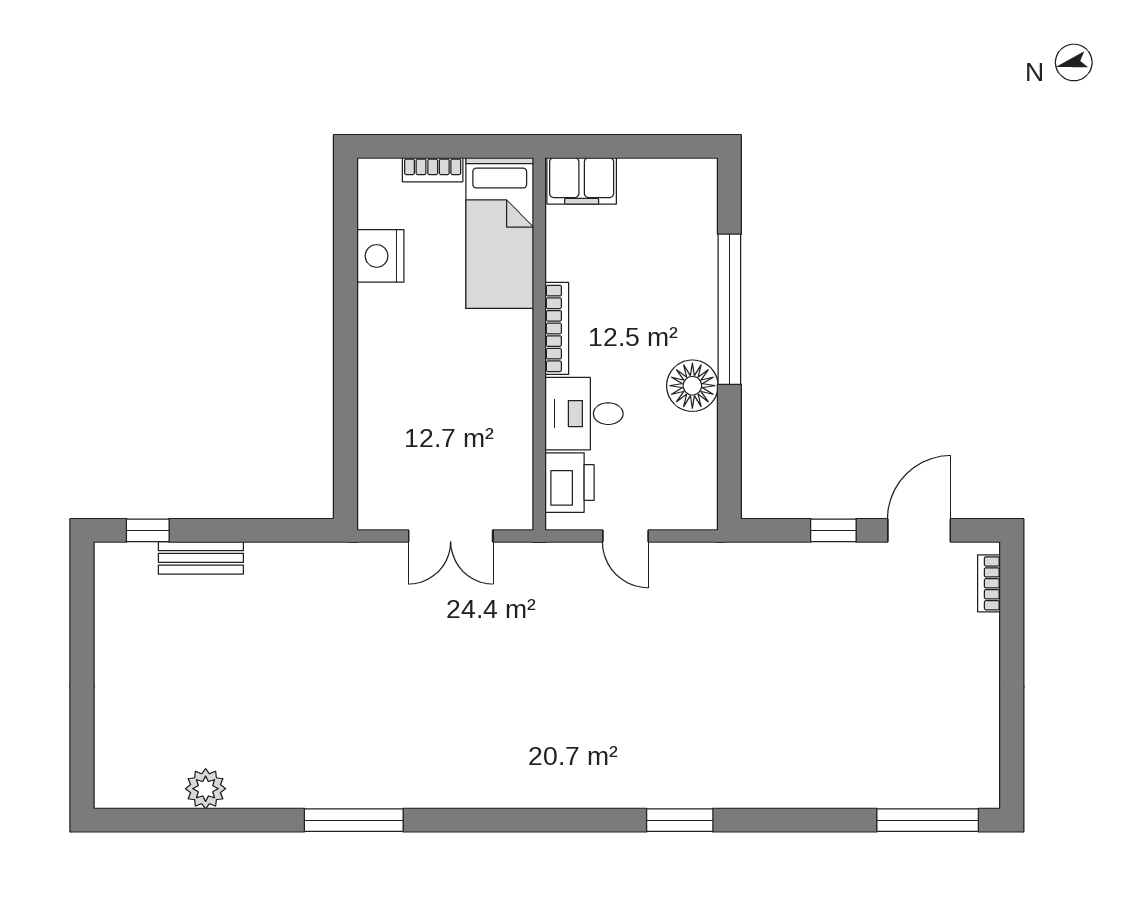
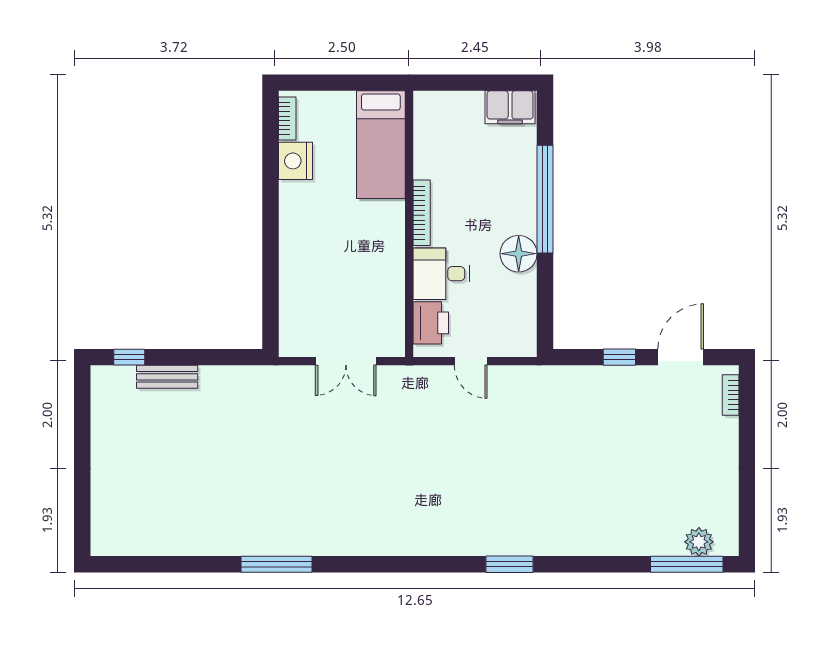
bookcase: (433, 170) -> (287, 118), moved, turned -90
filing cabinet: (582, 181) -> (510, 107), moved
plant: (206, 789) -> (699, 542), moved

